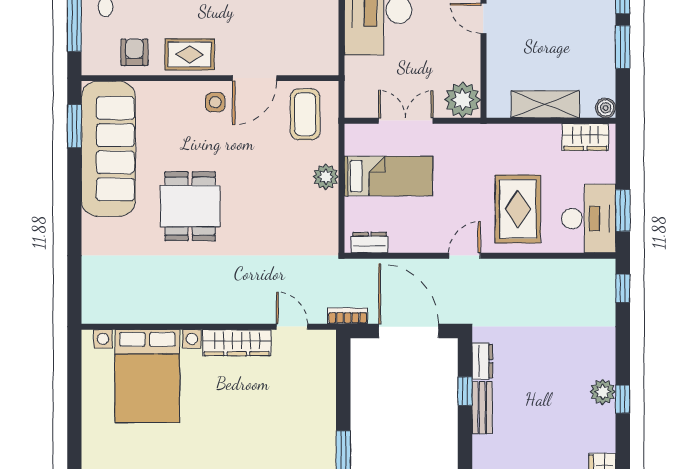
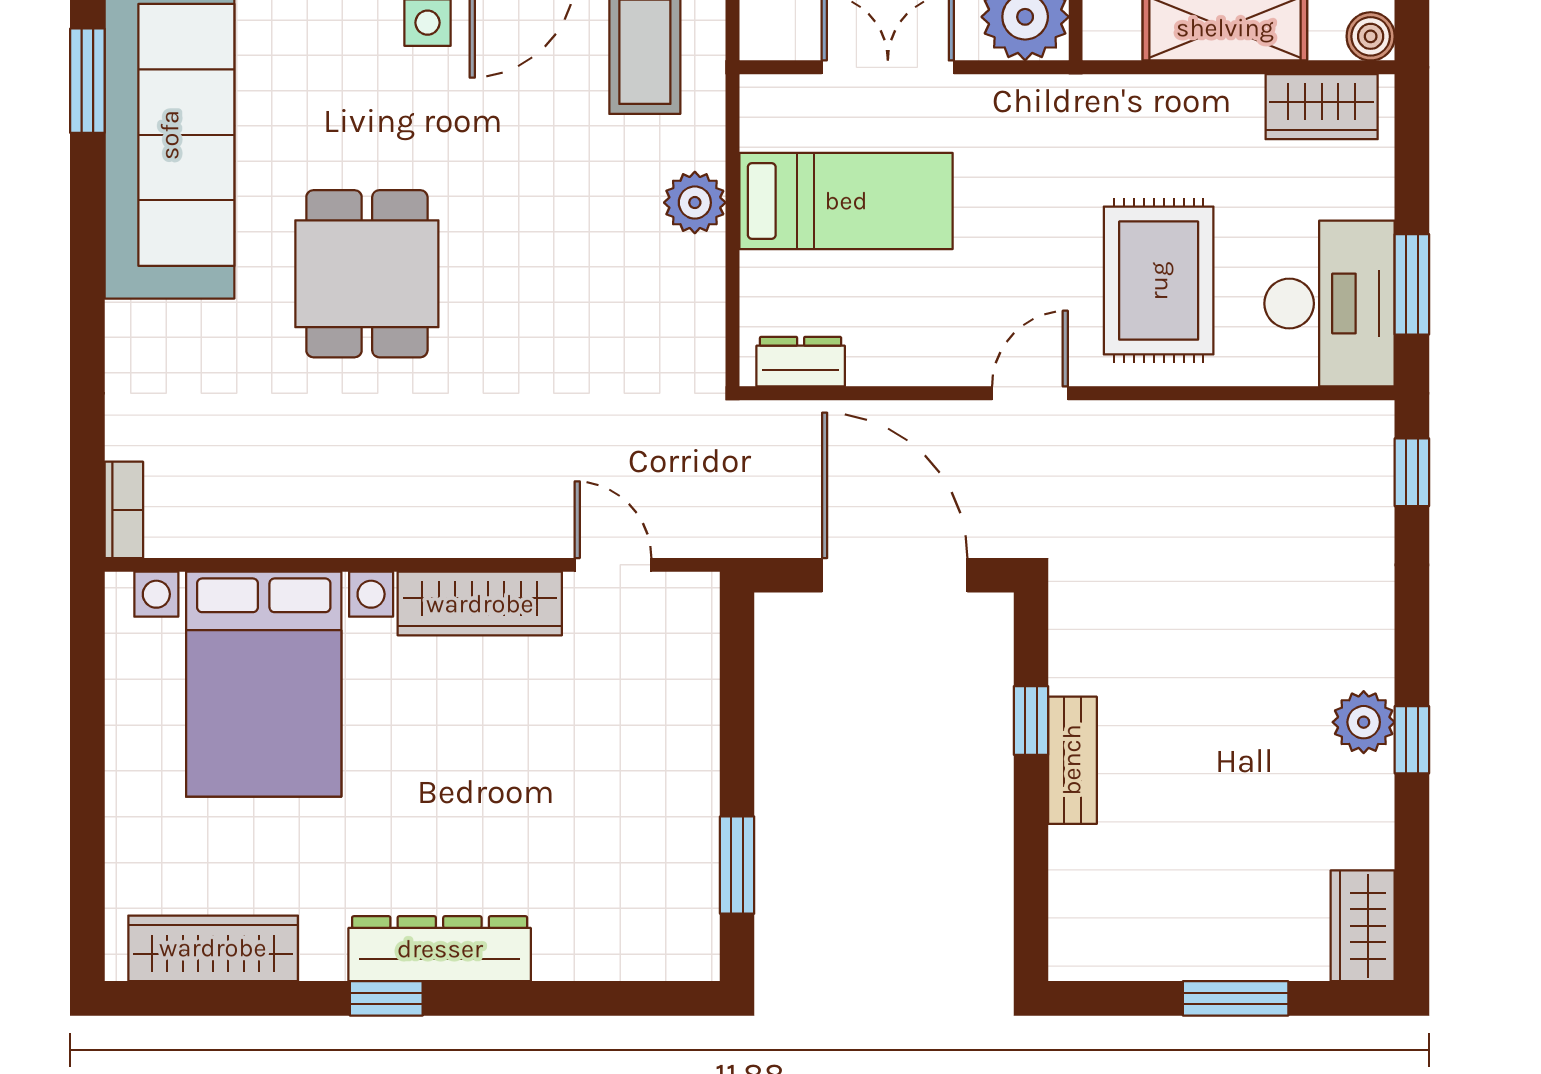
bookcase: (348, 316) -> (124, 510), moved, turned 90
dresser: (482, 361) -> (1073, 648), removed

